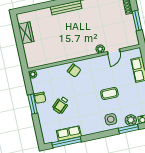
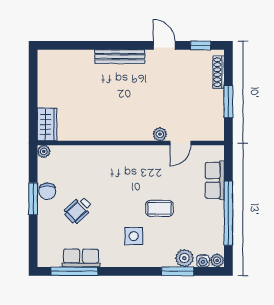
wardrobe: (26, 33) -> (47, 124), moved
chair: (74, 71) -> (111, 160), removed
side table: (111, 119) -> (134, 236), moved

